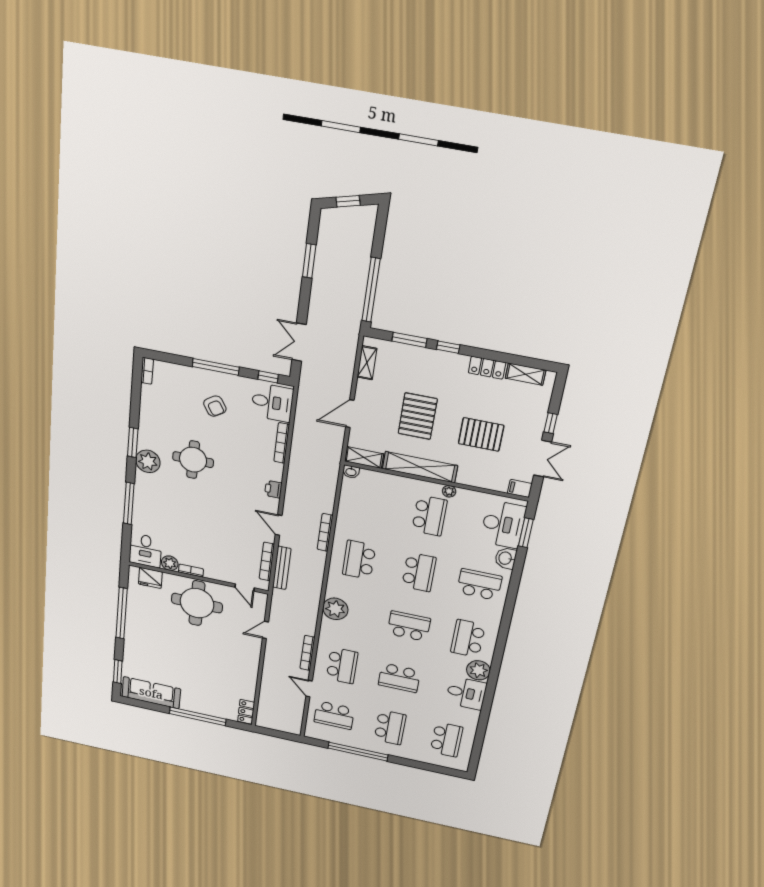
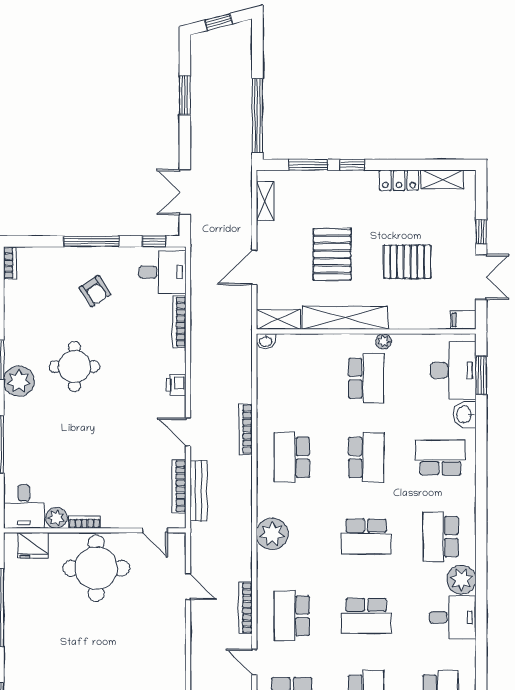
school desk: (409, 626) -> (366, 537), turned 180
door: (265, 630) -> (188, 587), swing flipped
school desk: (342, 666) -> (292, 616), turned 180

